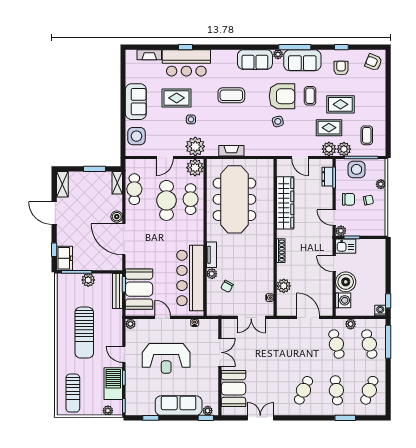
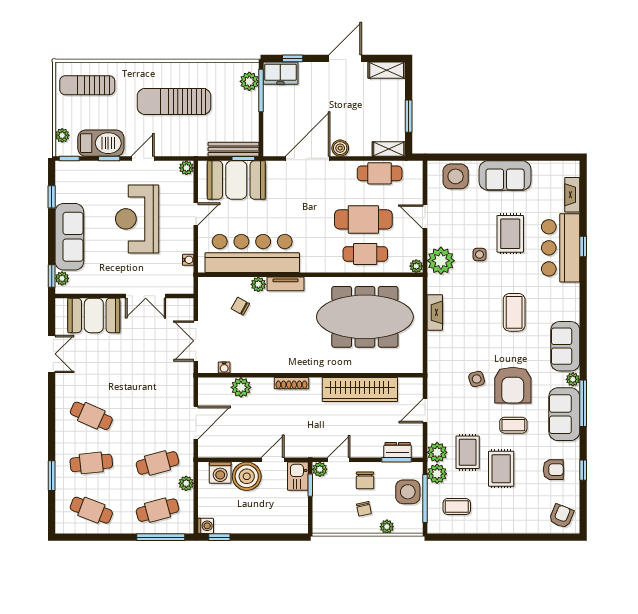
plant: (195, 168) -> (416, 266), width x0.53, depth x0.53
plant: (88, 280) -> (249, 81), moved

